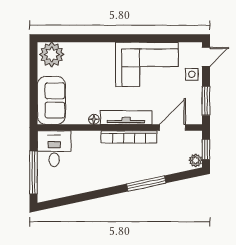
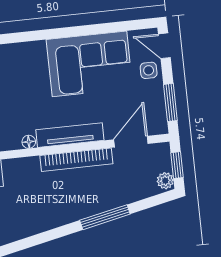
door: (206, 57) -> (164, 46), swing flipped

